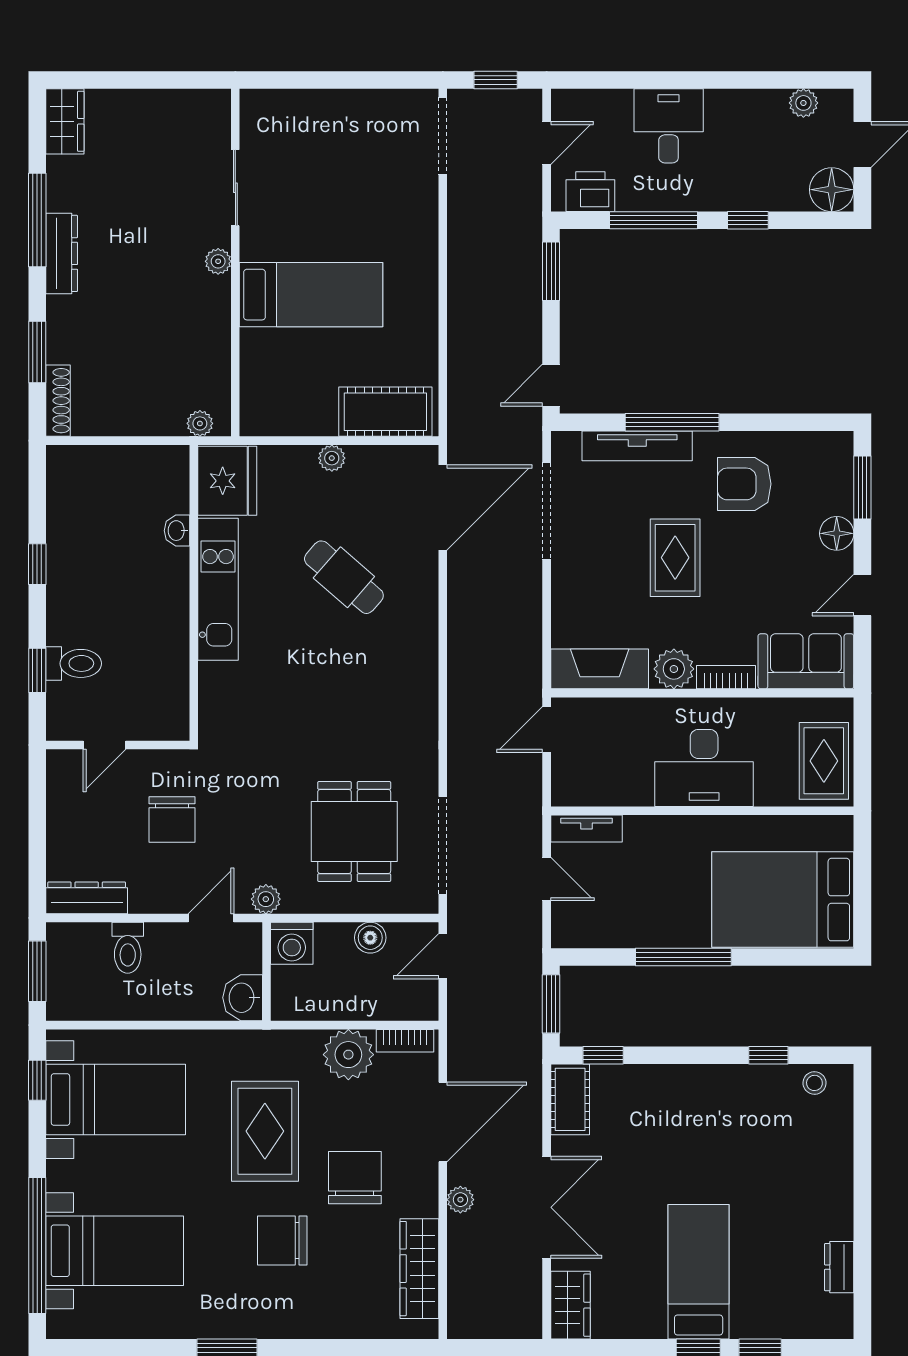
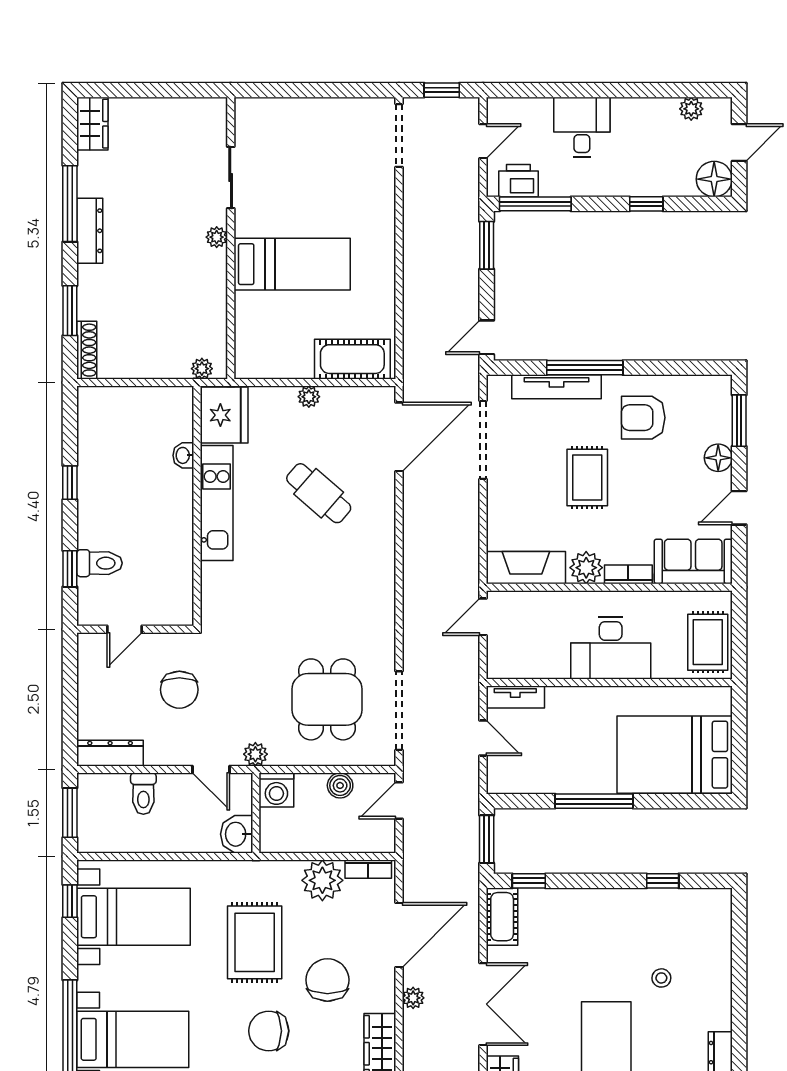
window: (654, 220) -> (535, 204), moved
door: (211, 918) -> (211, 769), swing flipped
stool: (814, 1083) -> (661, 978), moved

